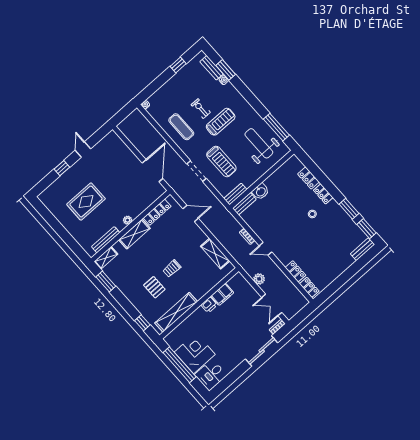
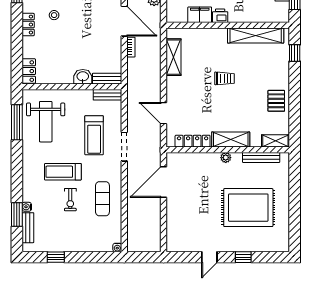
treadmill: (221, 161) -> (94, 135), turned 180
locker: (308, 178) -> (29, 71), moved
rug: (86, 202) -> (248, 208), width x1.37, depth x1.44
door: (266, 249) -> (124, 21), width x1.87
window: (106, 282) -> (295, 119), removed
pallet: (154, 287) -> (276, 101), moved

